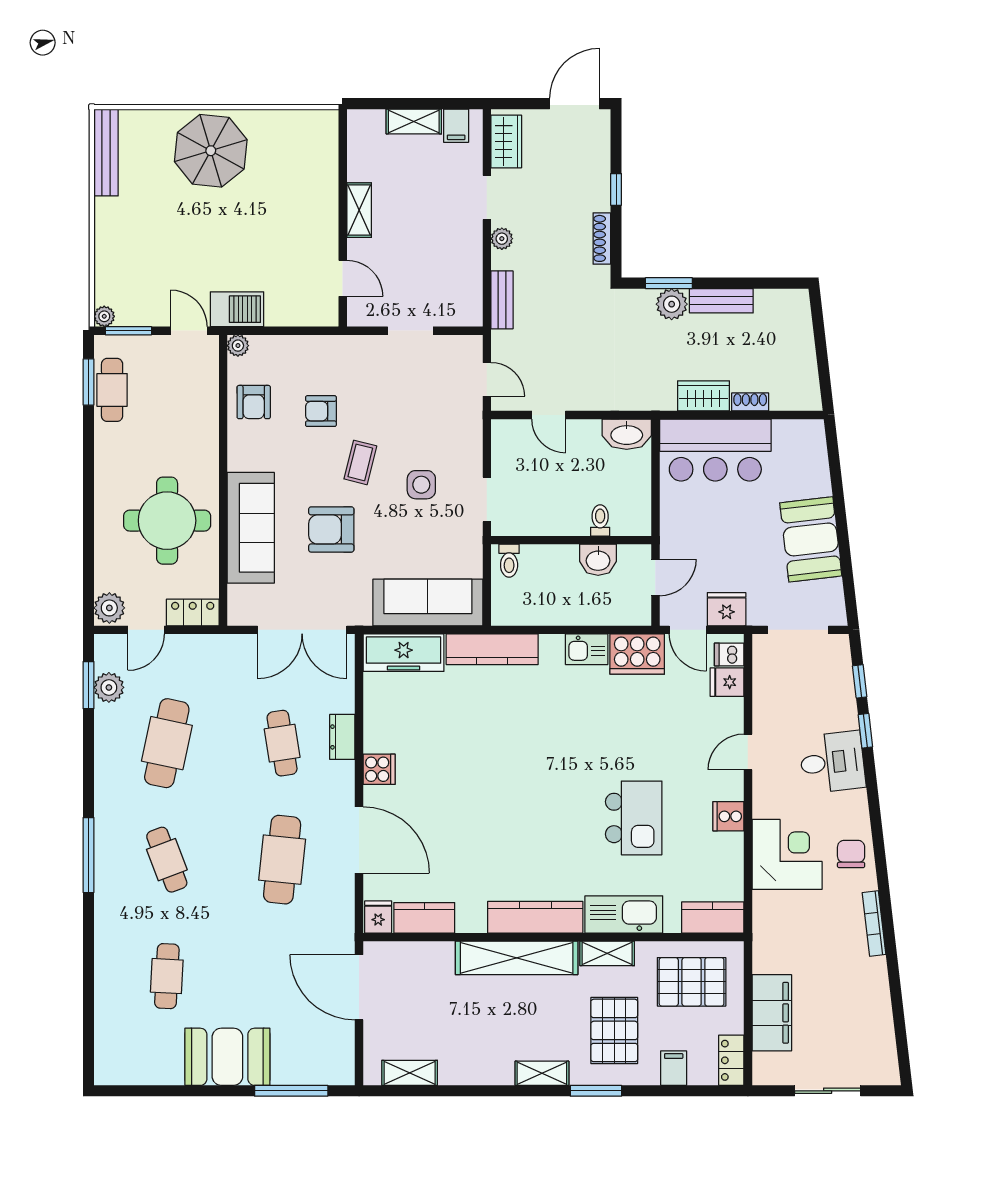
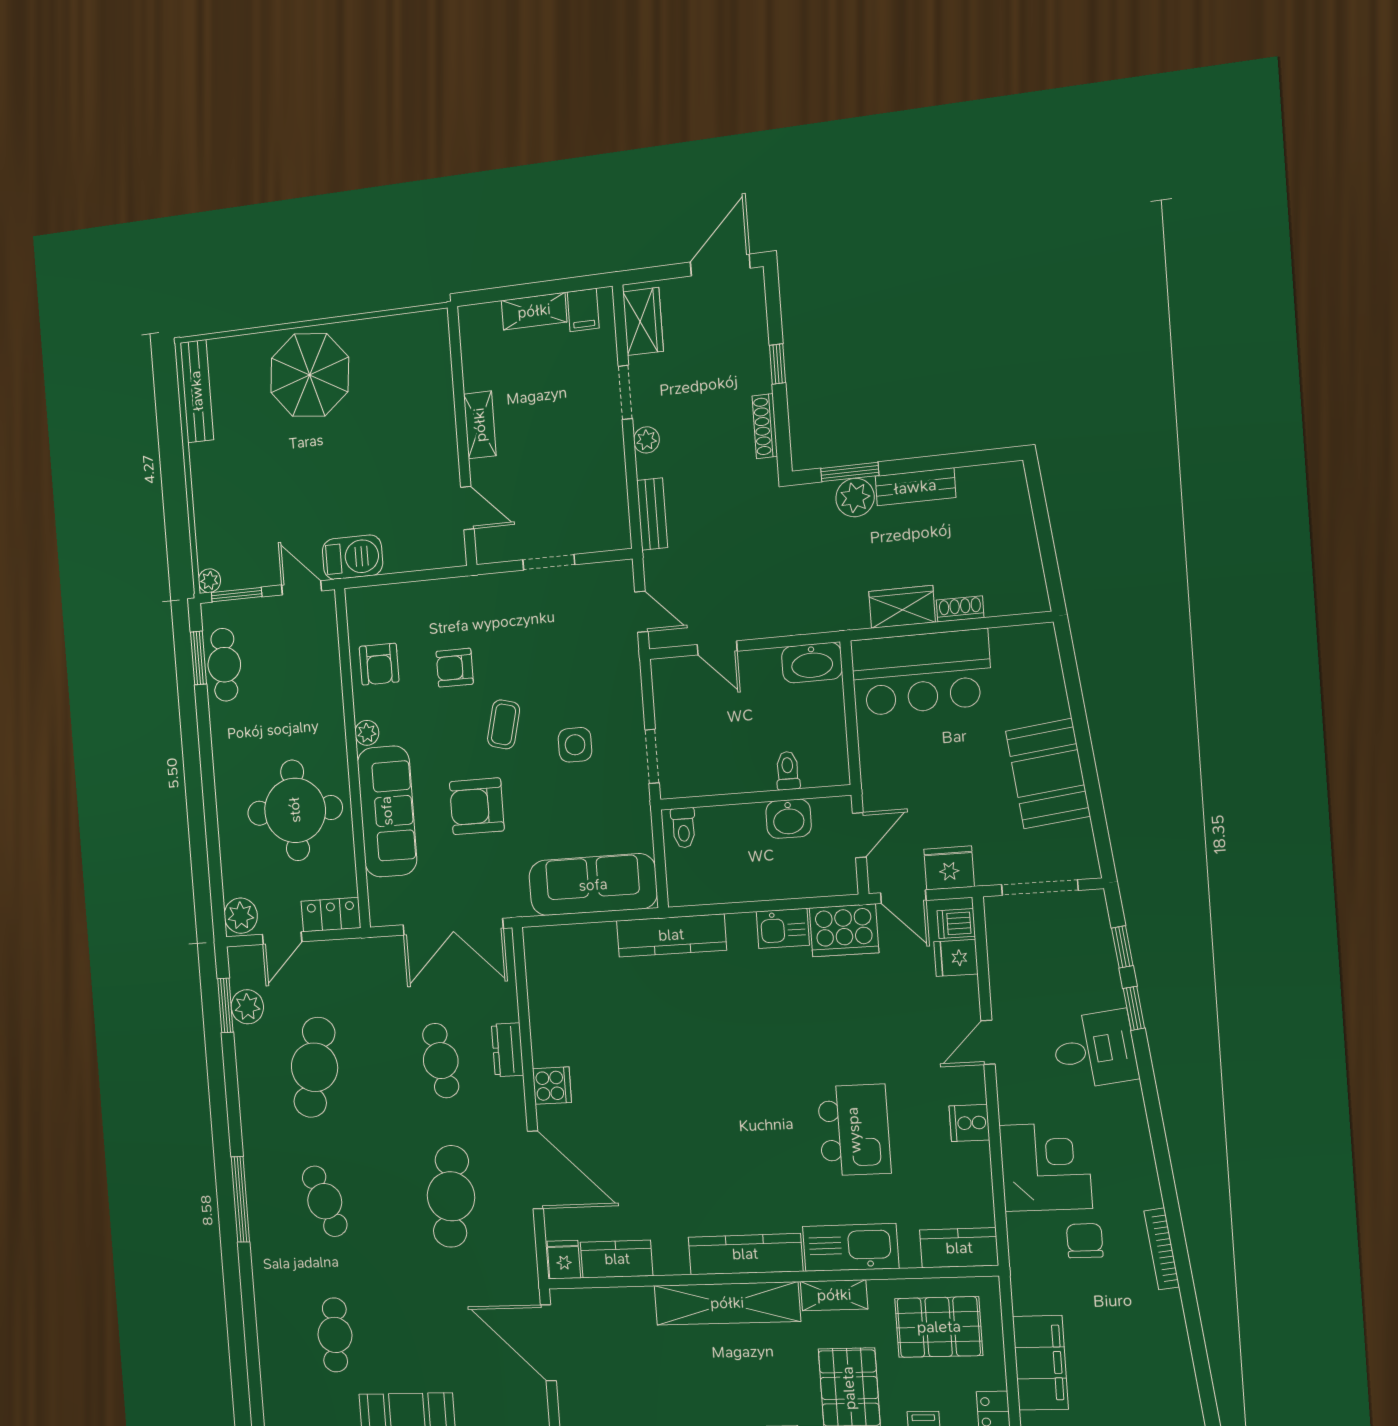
plant: (238, 346) -> (367, 733), moved
freezer: (404, 653) -> (569, 946), removed
chair: (851, 854) -> (1085, 1241), moved

